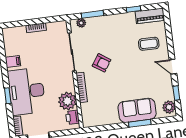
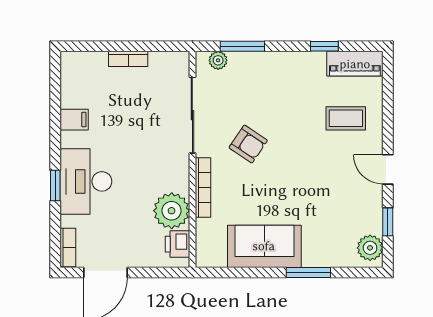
desk: (27, 91) -> (86, 181), width x0.73, depth x0.77
sofa: (137, 110) -> (264, 246), moved

